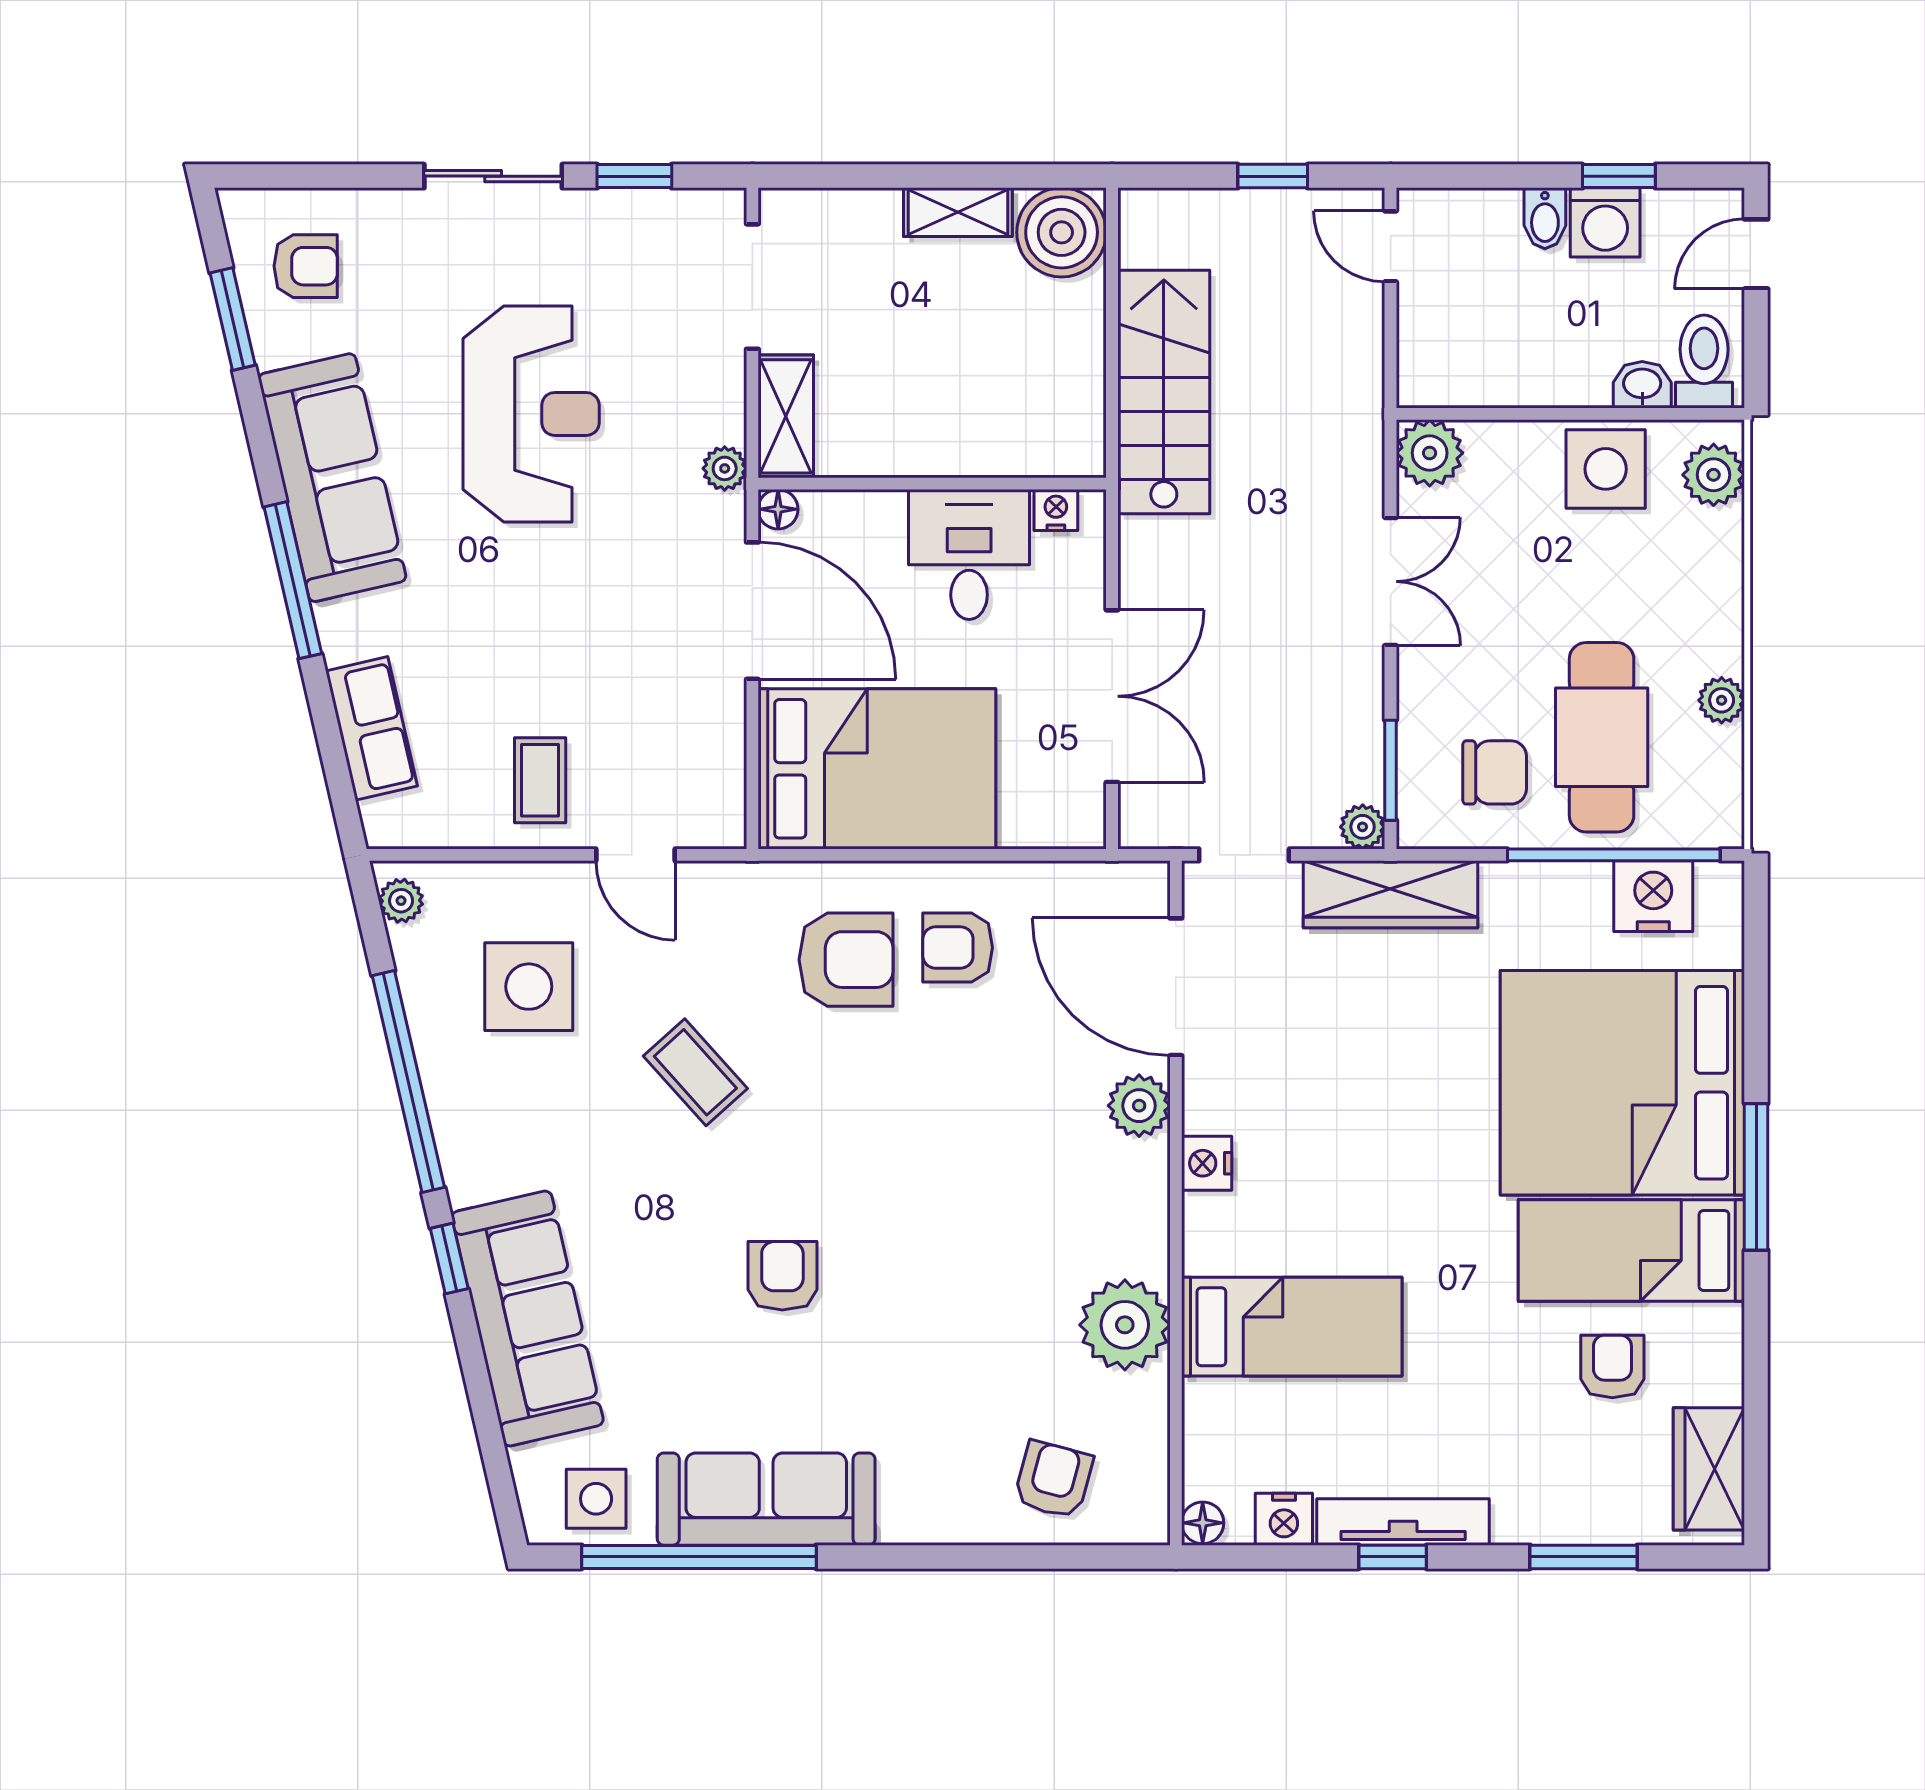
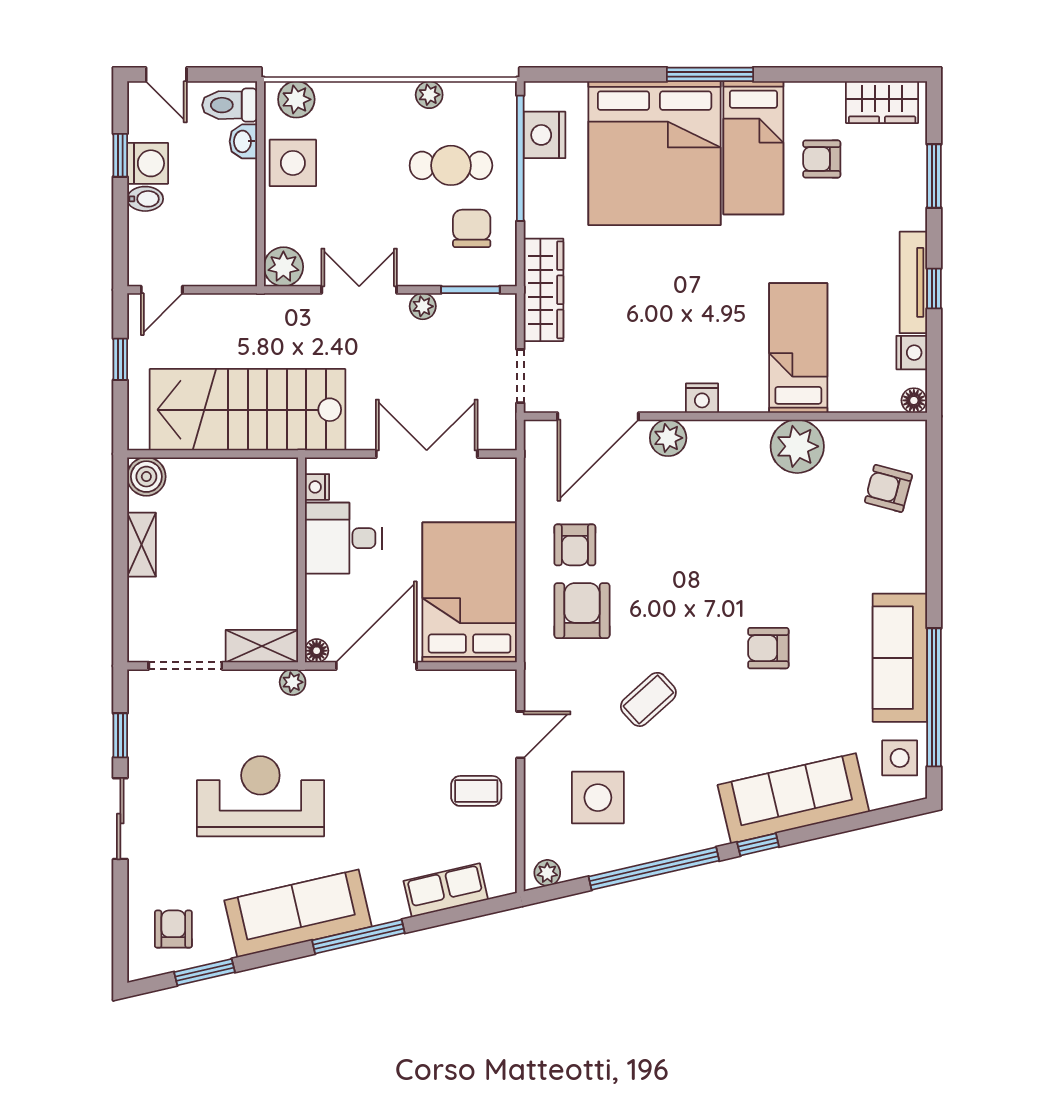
boiler: (1062, 232) -> (146, 477), width x0.73, depth x0.73
stairs: (1164, 392) -> (248, 410), width x1.36, depth x1.51
cafe table: (1602, 737) -> (451, 165), width x0.73, depth x0.74
plant: (1363, 827) -> (423, 306), moved

